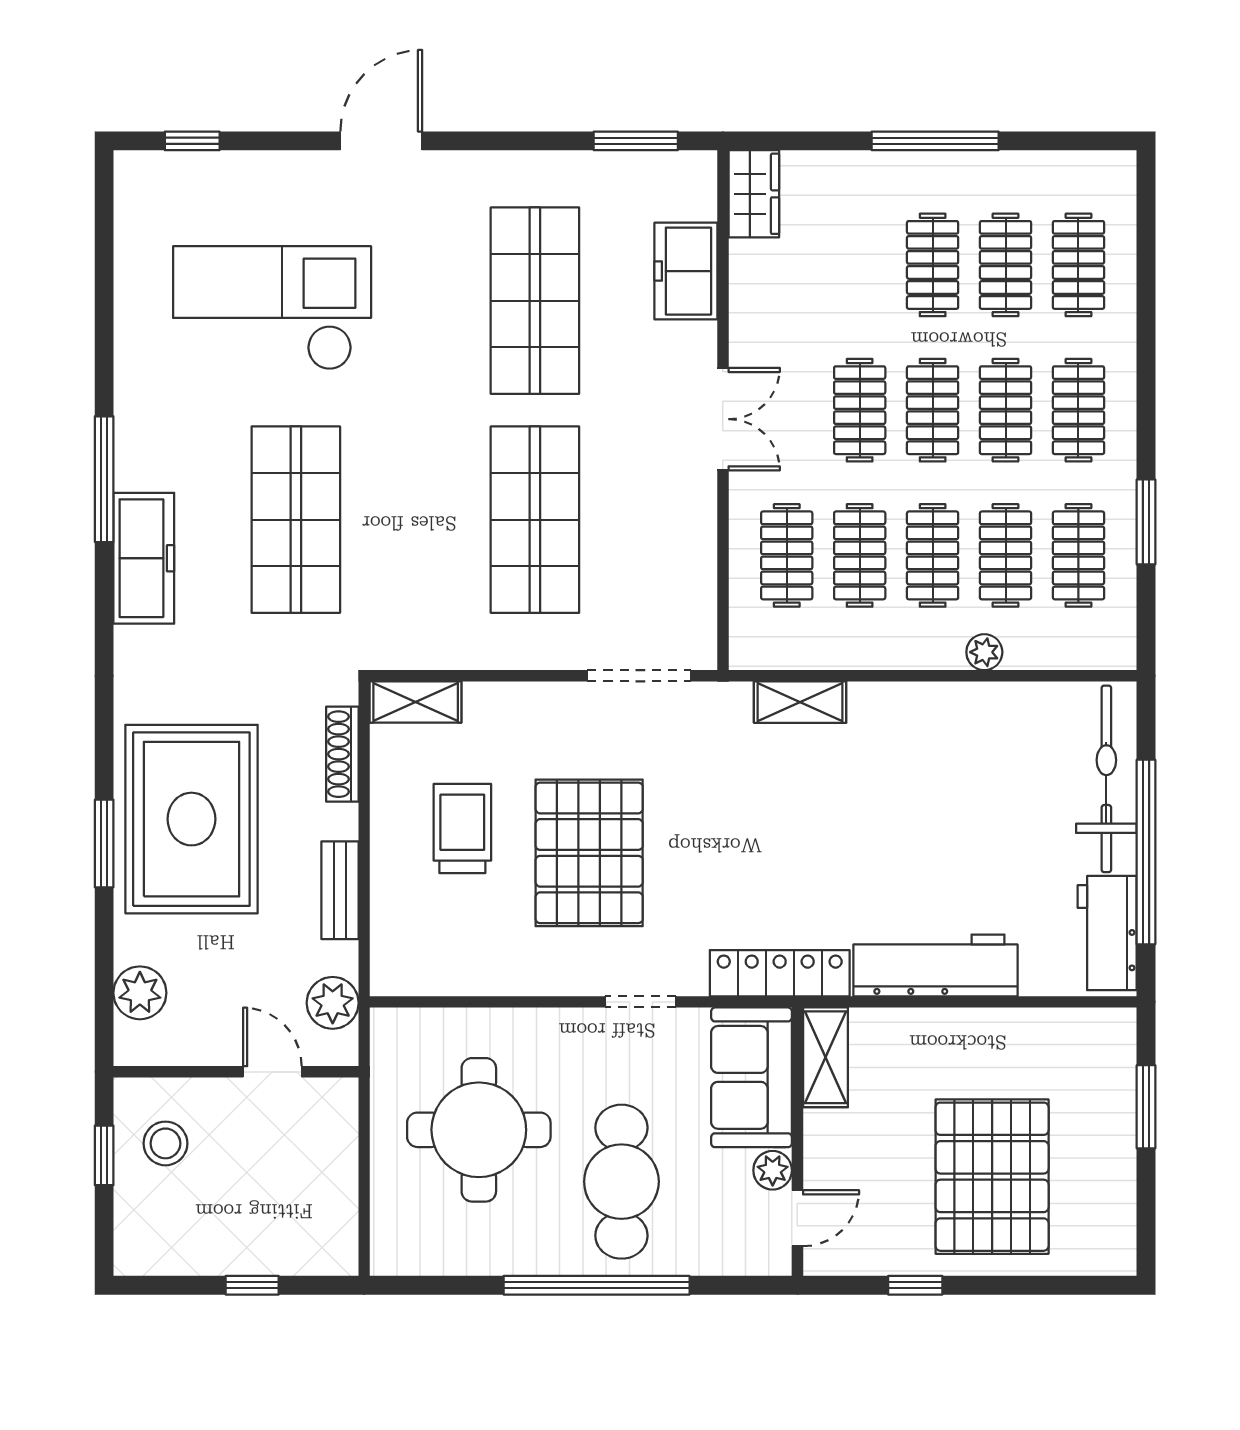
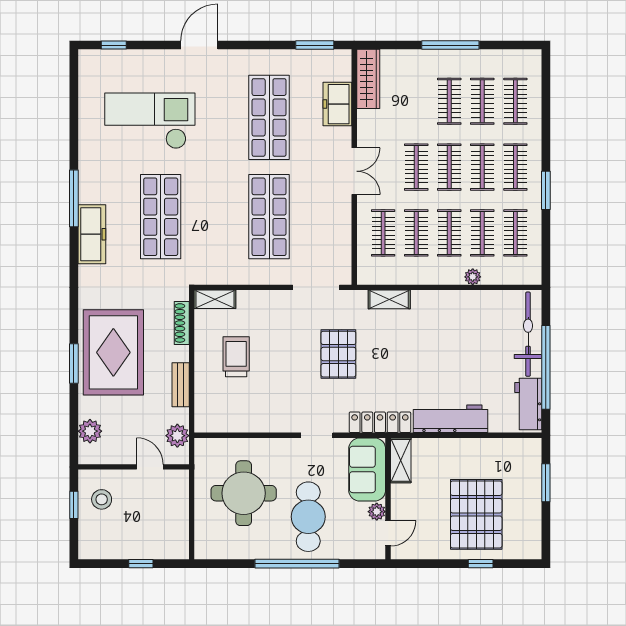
wardrobe: (754, 194) -> (368, 79), width x1.50
window: (1146, 522) -> (546, 190), moved
pallet: (589, 853) -> (338, 354), moved, width x0.73, depth x0.71
window: (915, 1285) -> (481, 564), moved

